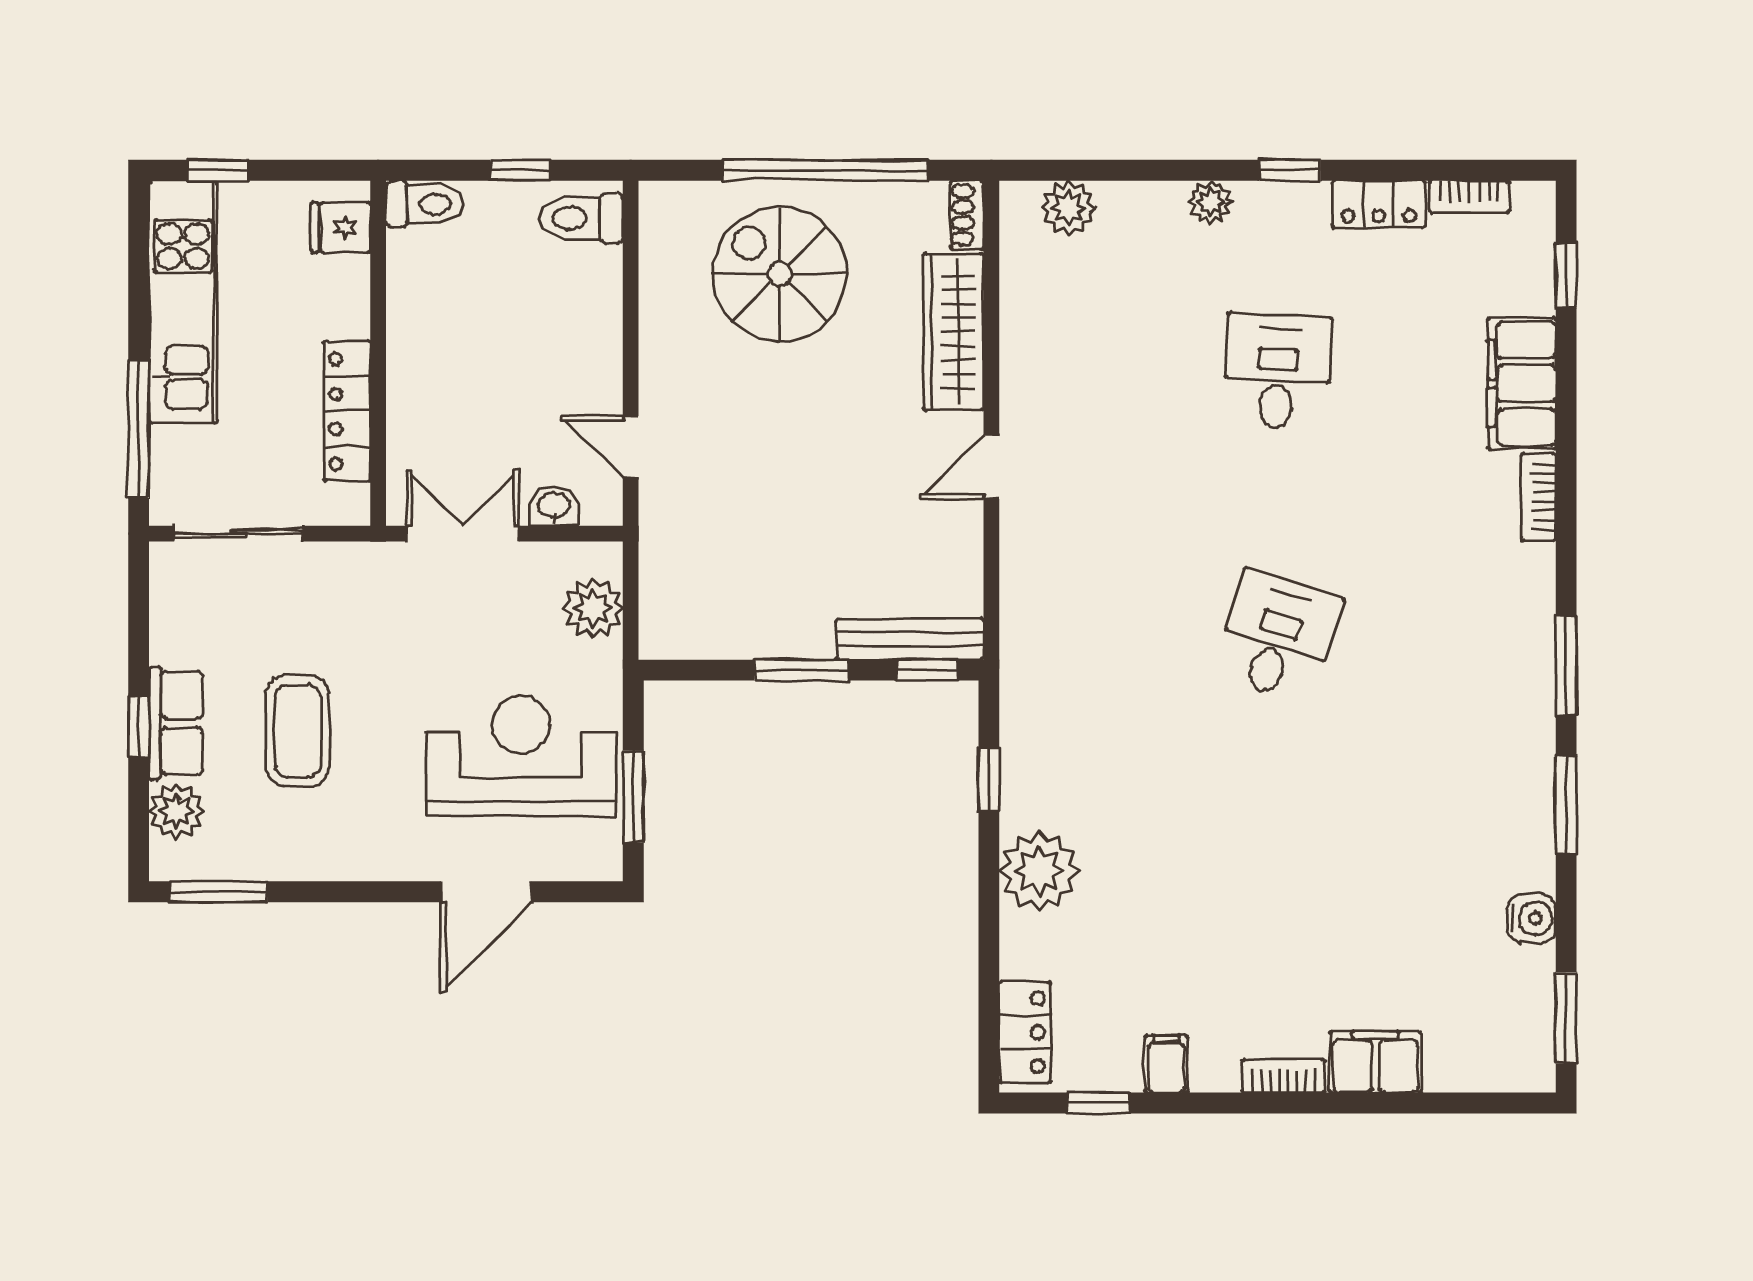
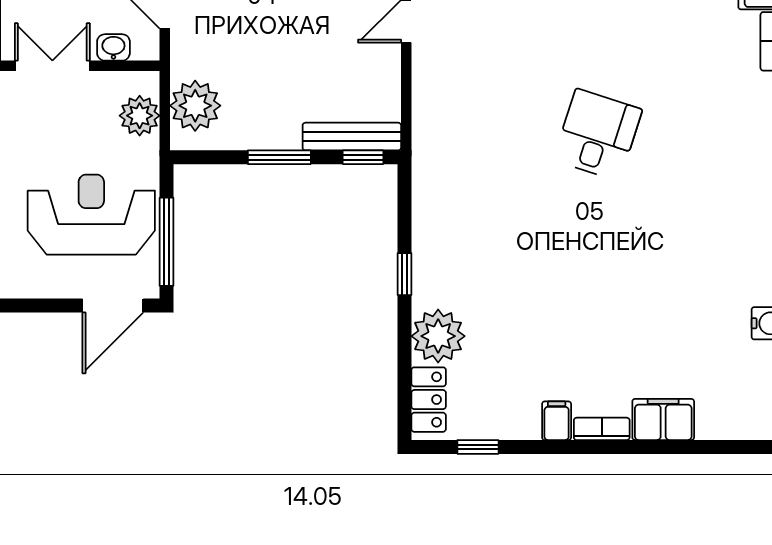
plant: (676, 593) -> (195, 106), added
window: (989, 780) -> (404, 274), moved
window: (633, 797) -> (167, 242), width x1.44
plant: (1039, 871) -> (438, 336), moved
door: (486, 892) -> (113, 306), moved
filing cabinet: (1166, 1064) -> (557, 421), moved

